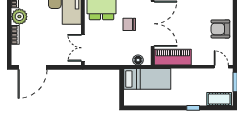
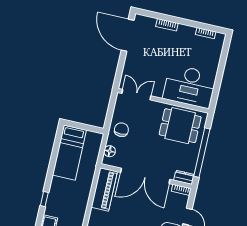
plant: (19, 17) -> (186, 34), removed
chair: (129, 24) -> (121, 130), moved
bed: (147, 79) -> (69, 153), moved

